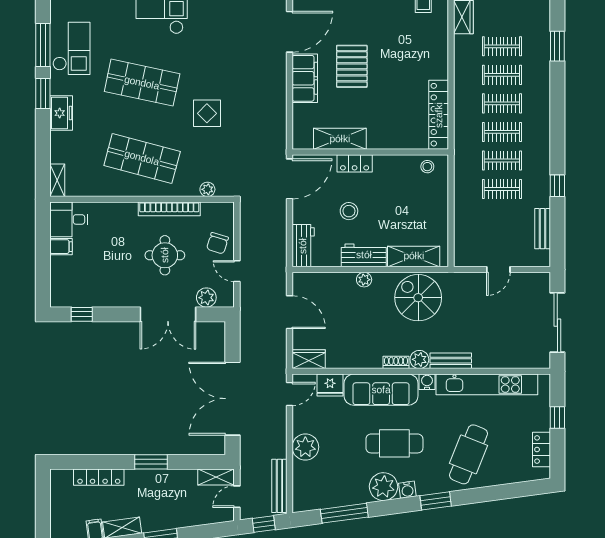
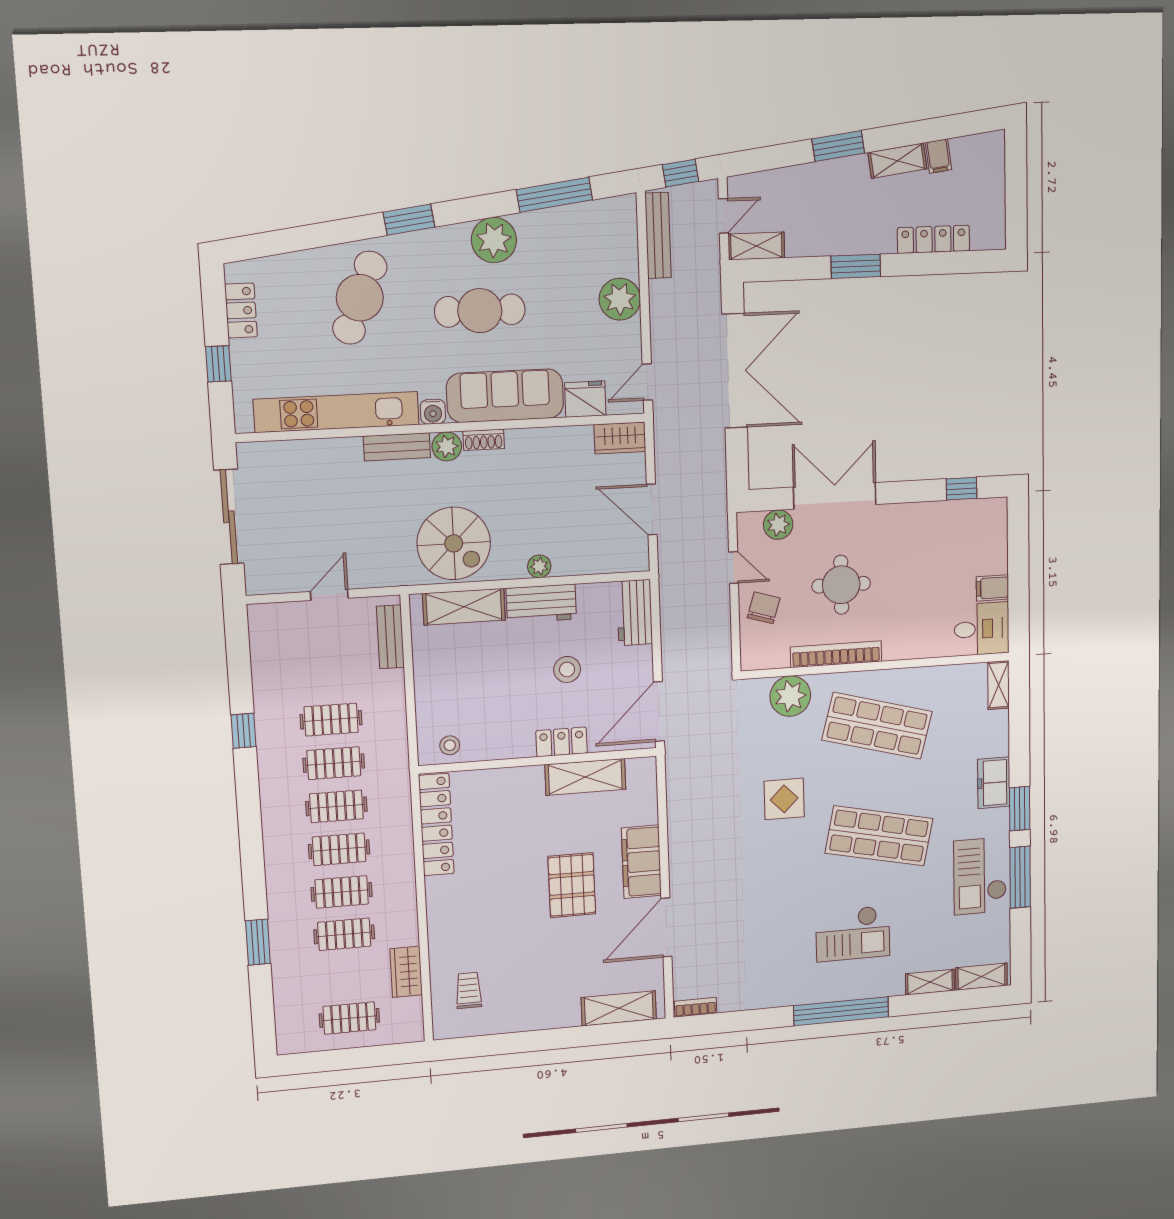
plant: (207, 189) -> (790, 696), width x1.88, depth x1.88
bench: (543, 229) -> (390, 637), moved
water cooler: (407, 490) -> (455, 236), removed

